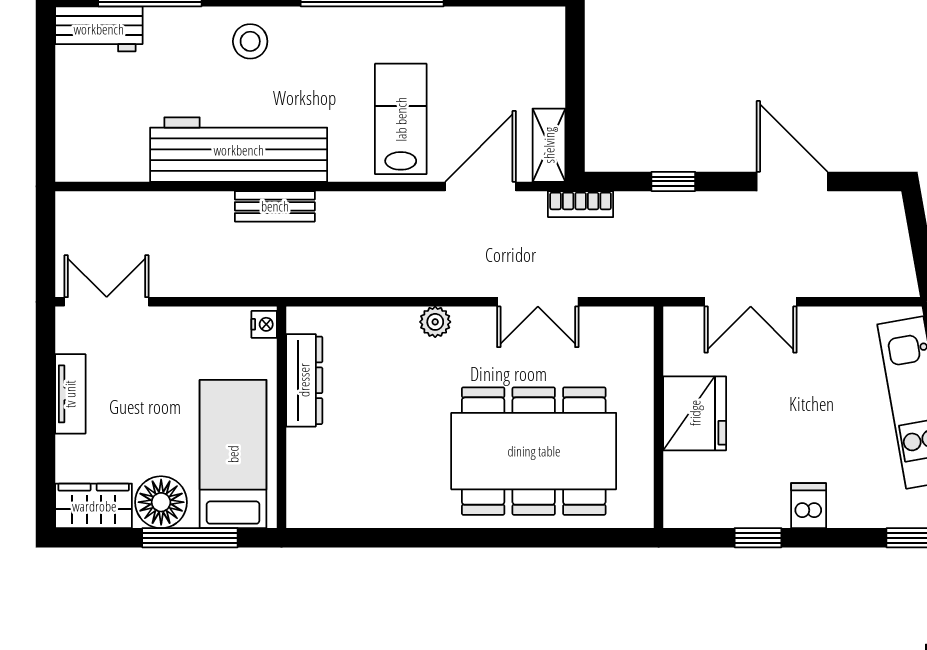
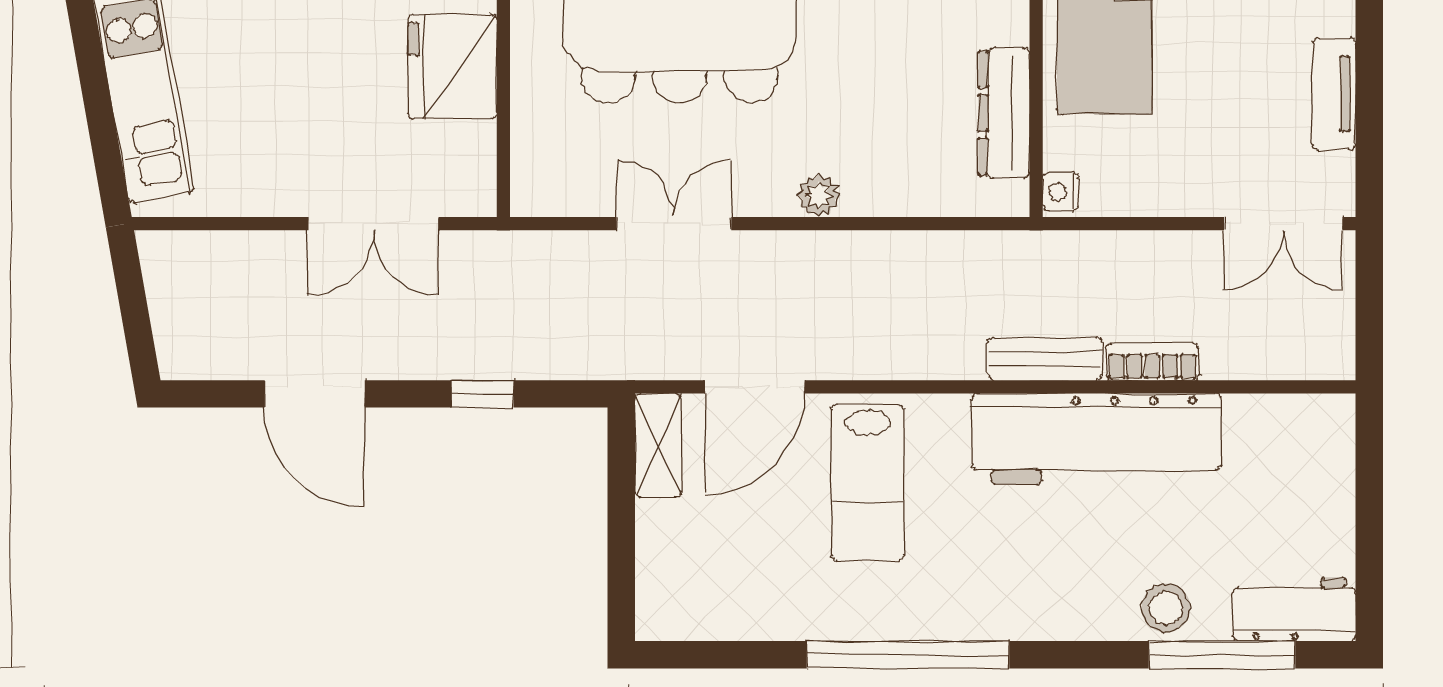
stool: (250, 41) -> (1166, 608), moved
bookcase: (581, 204) -> (1152, 362), moved
double door: (751, 302) -> (373, 224), swing flipped

